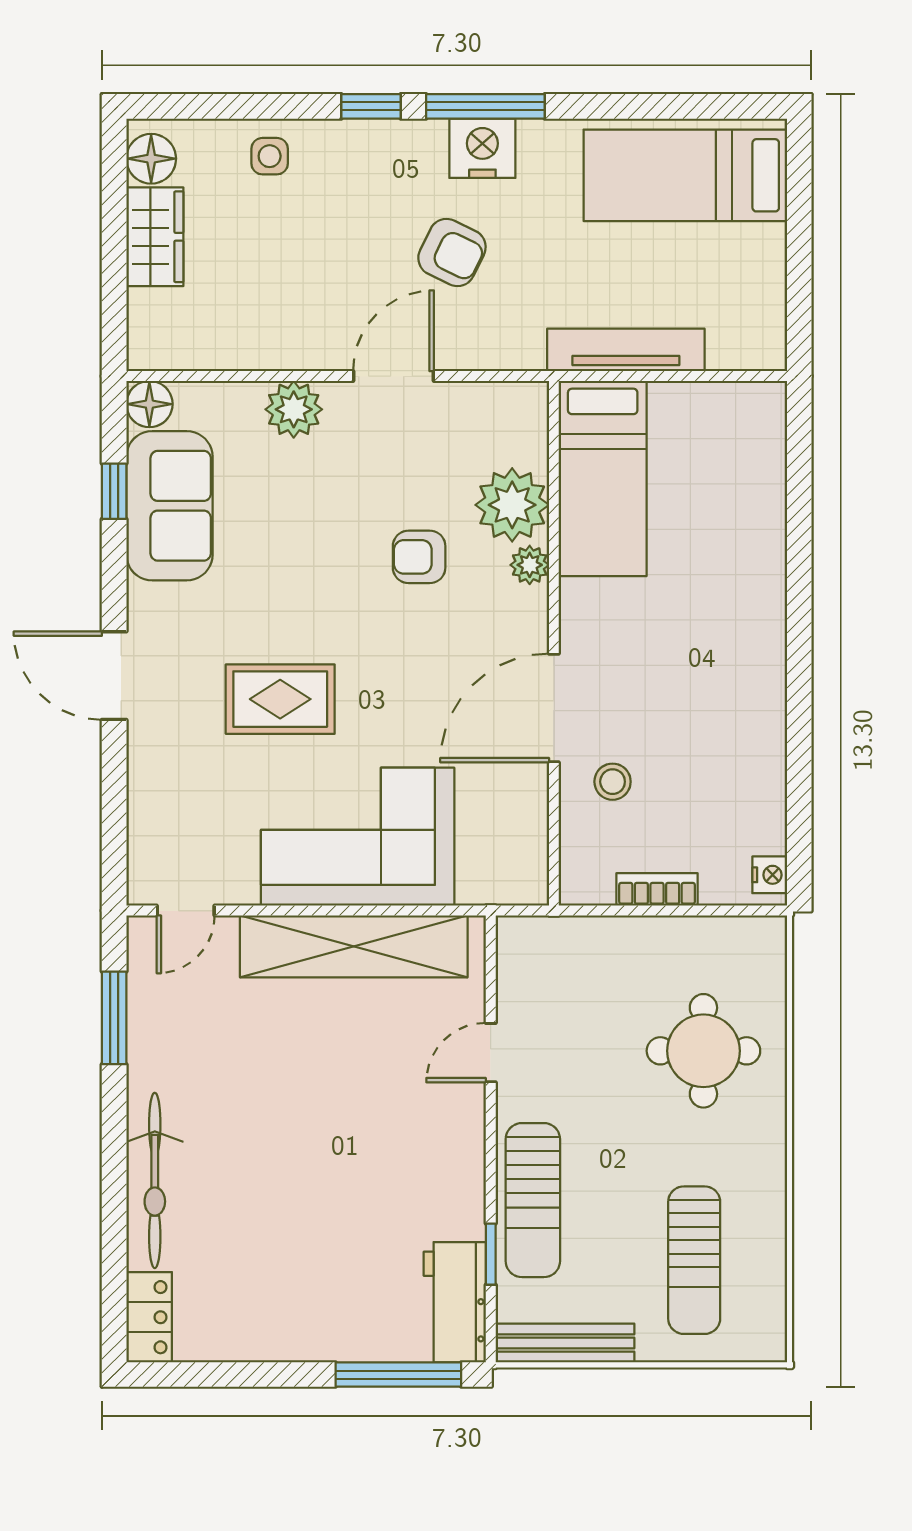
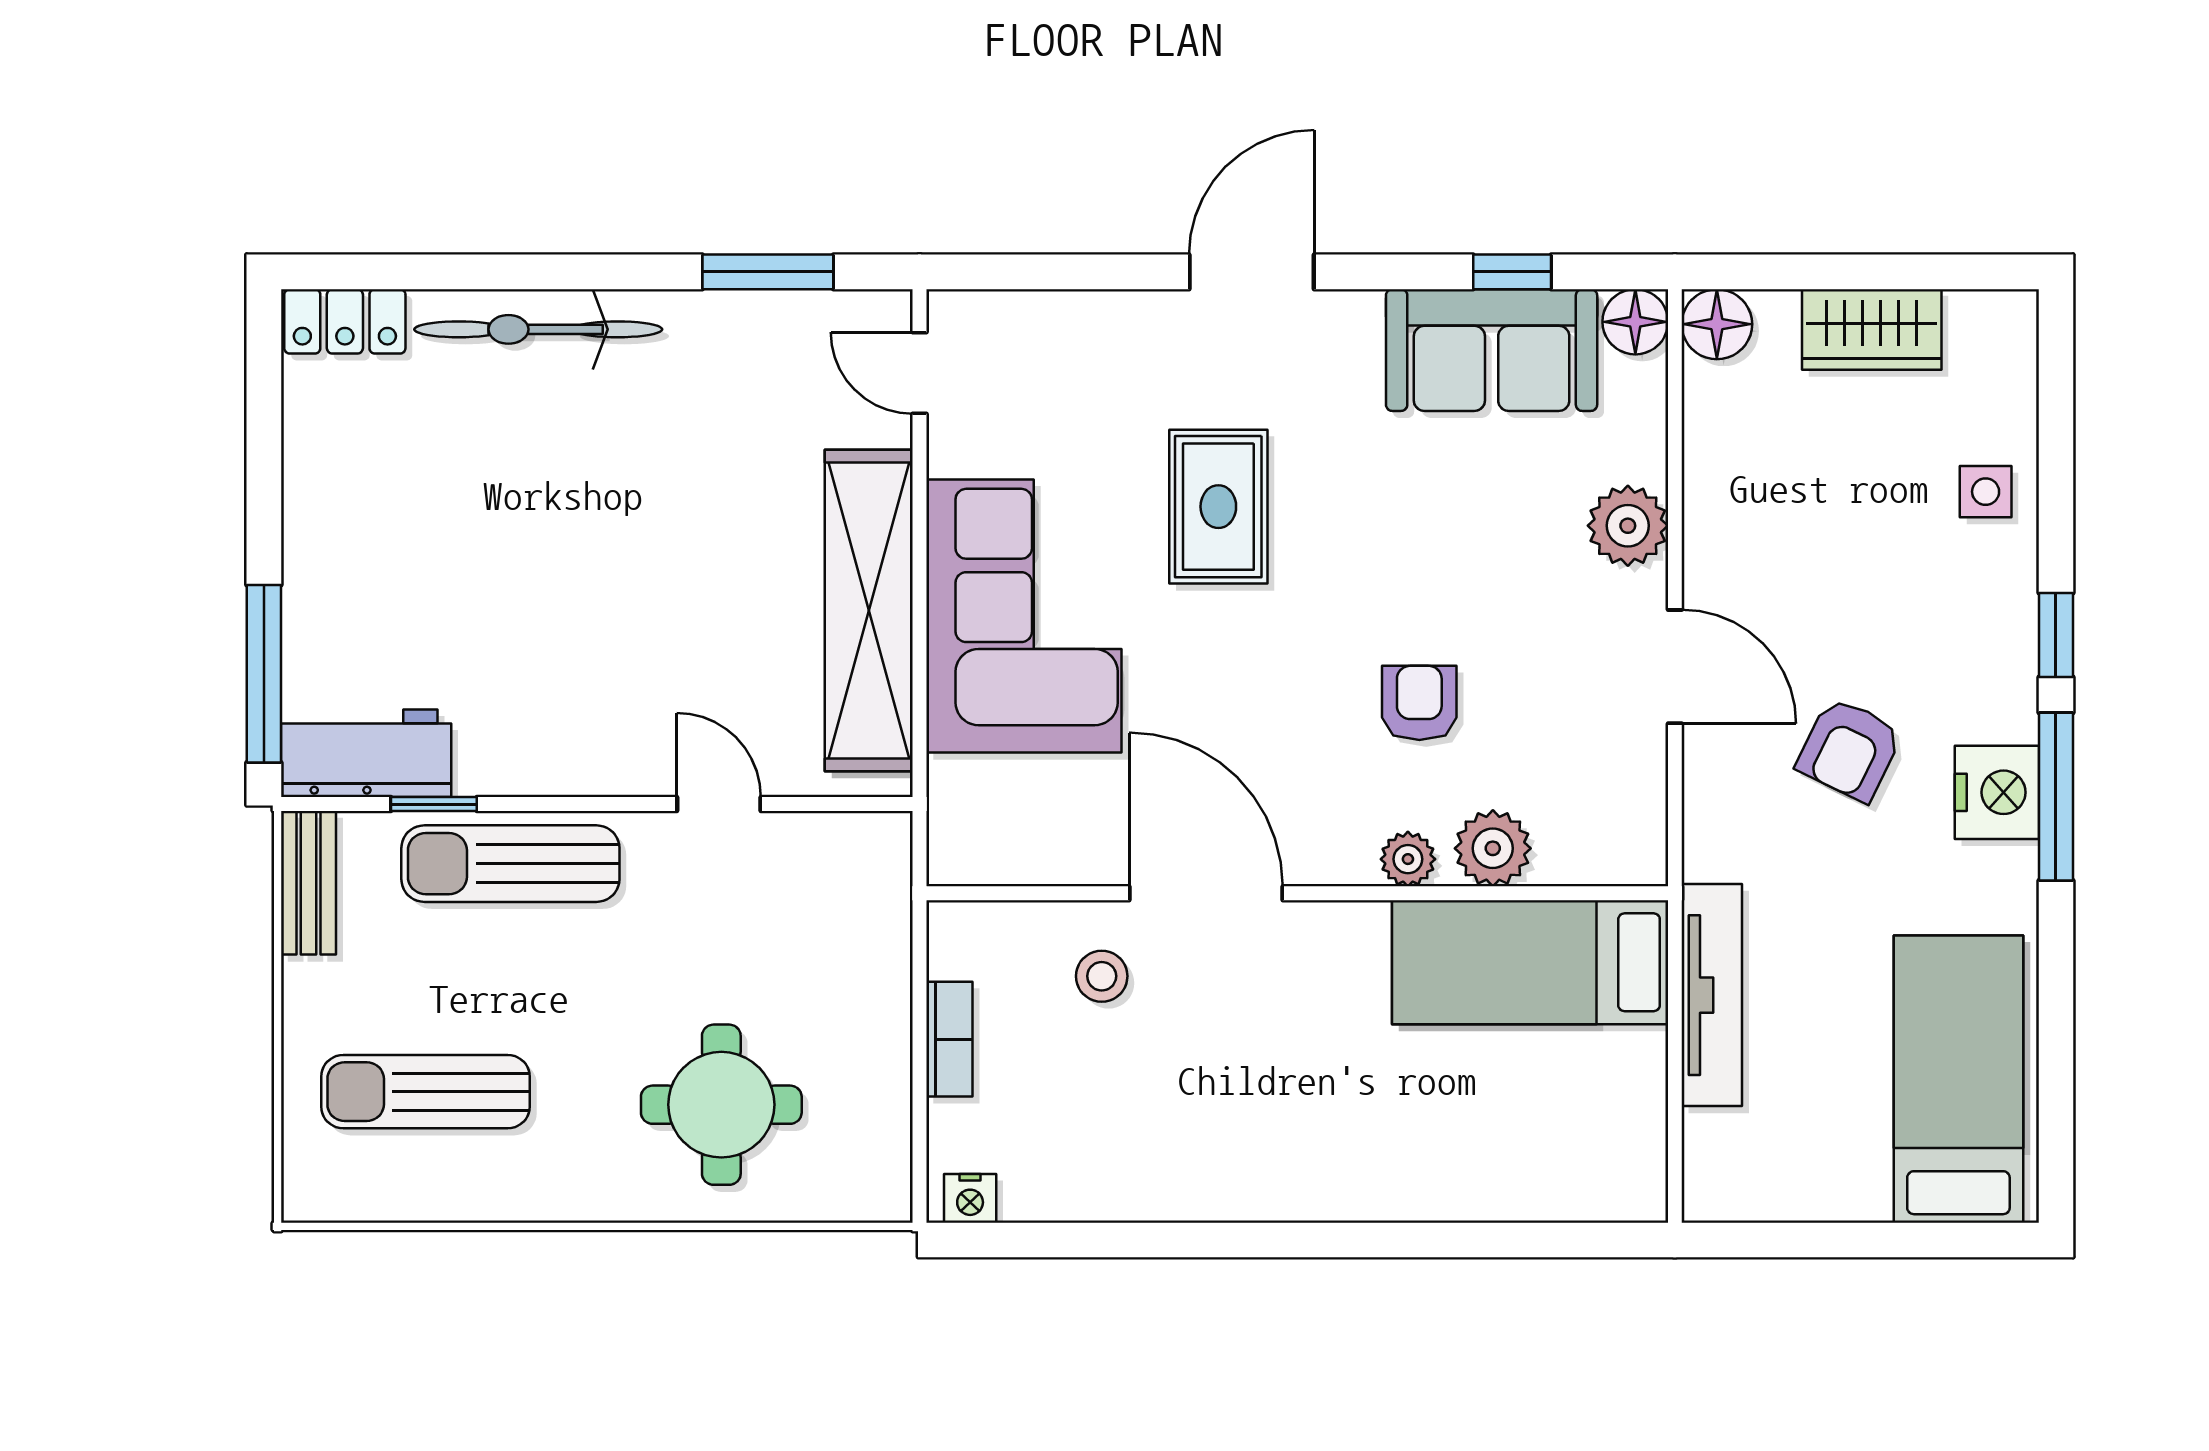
floor lamp: (151, 159) -> (1717, 324), moved
plant: (512, 505) -> (1493, 848), width x0.73, depth x0.73
bench: (565, 1343) -> (308, 883), width x0.73

